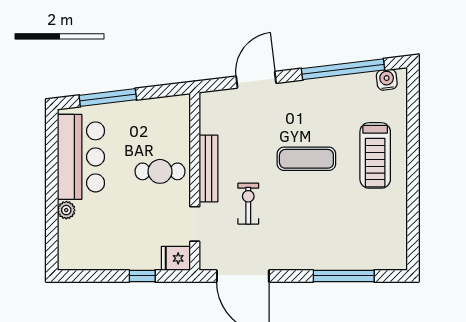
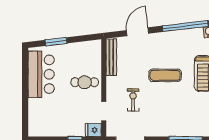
window: (108, 97) -> (56, 42), width x0.69
bench: (209, 168) -> (111, 57), moved
plant: (66, 210) -> (33, 103), removed

